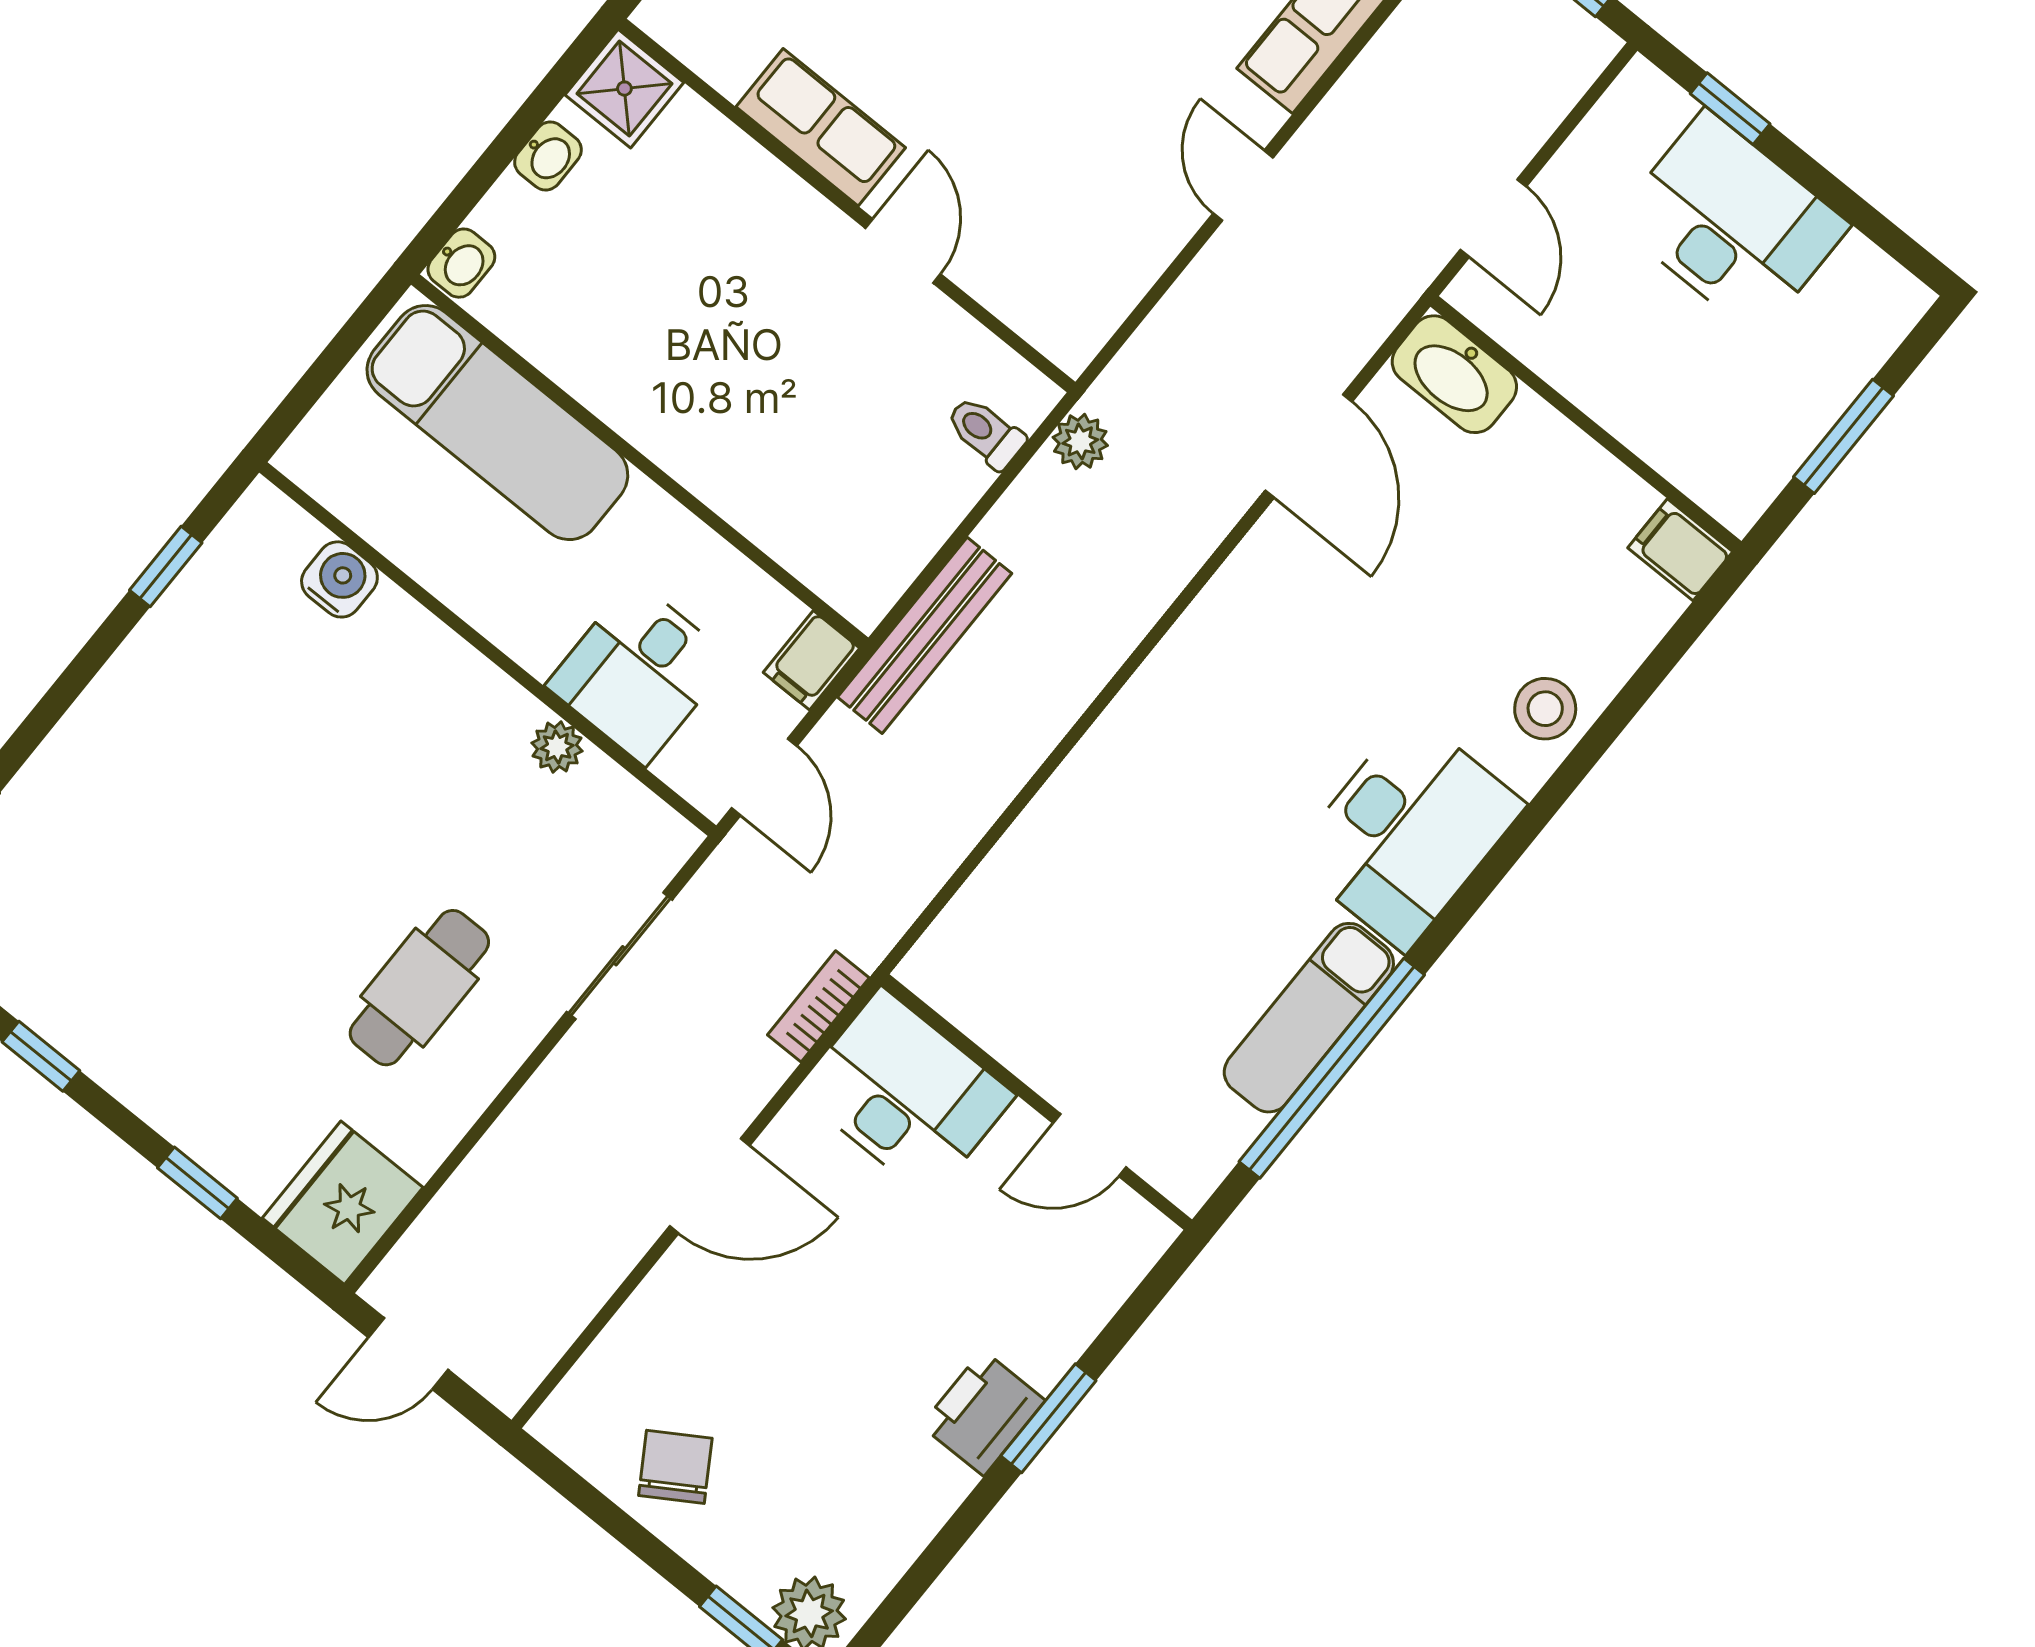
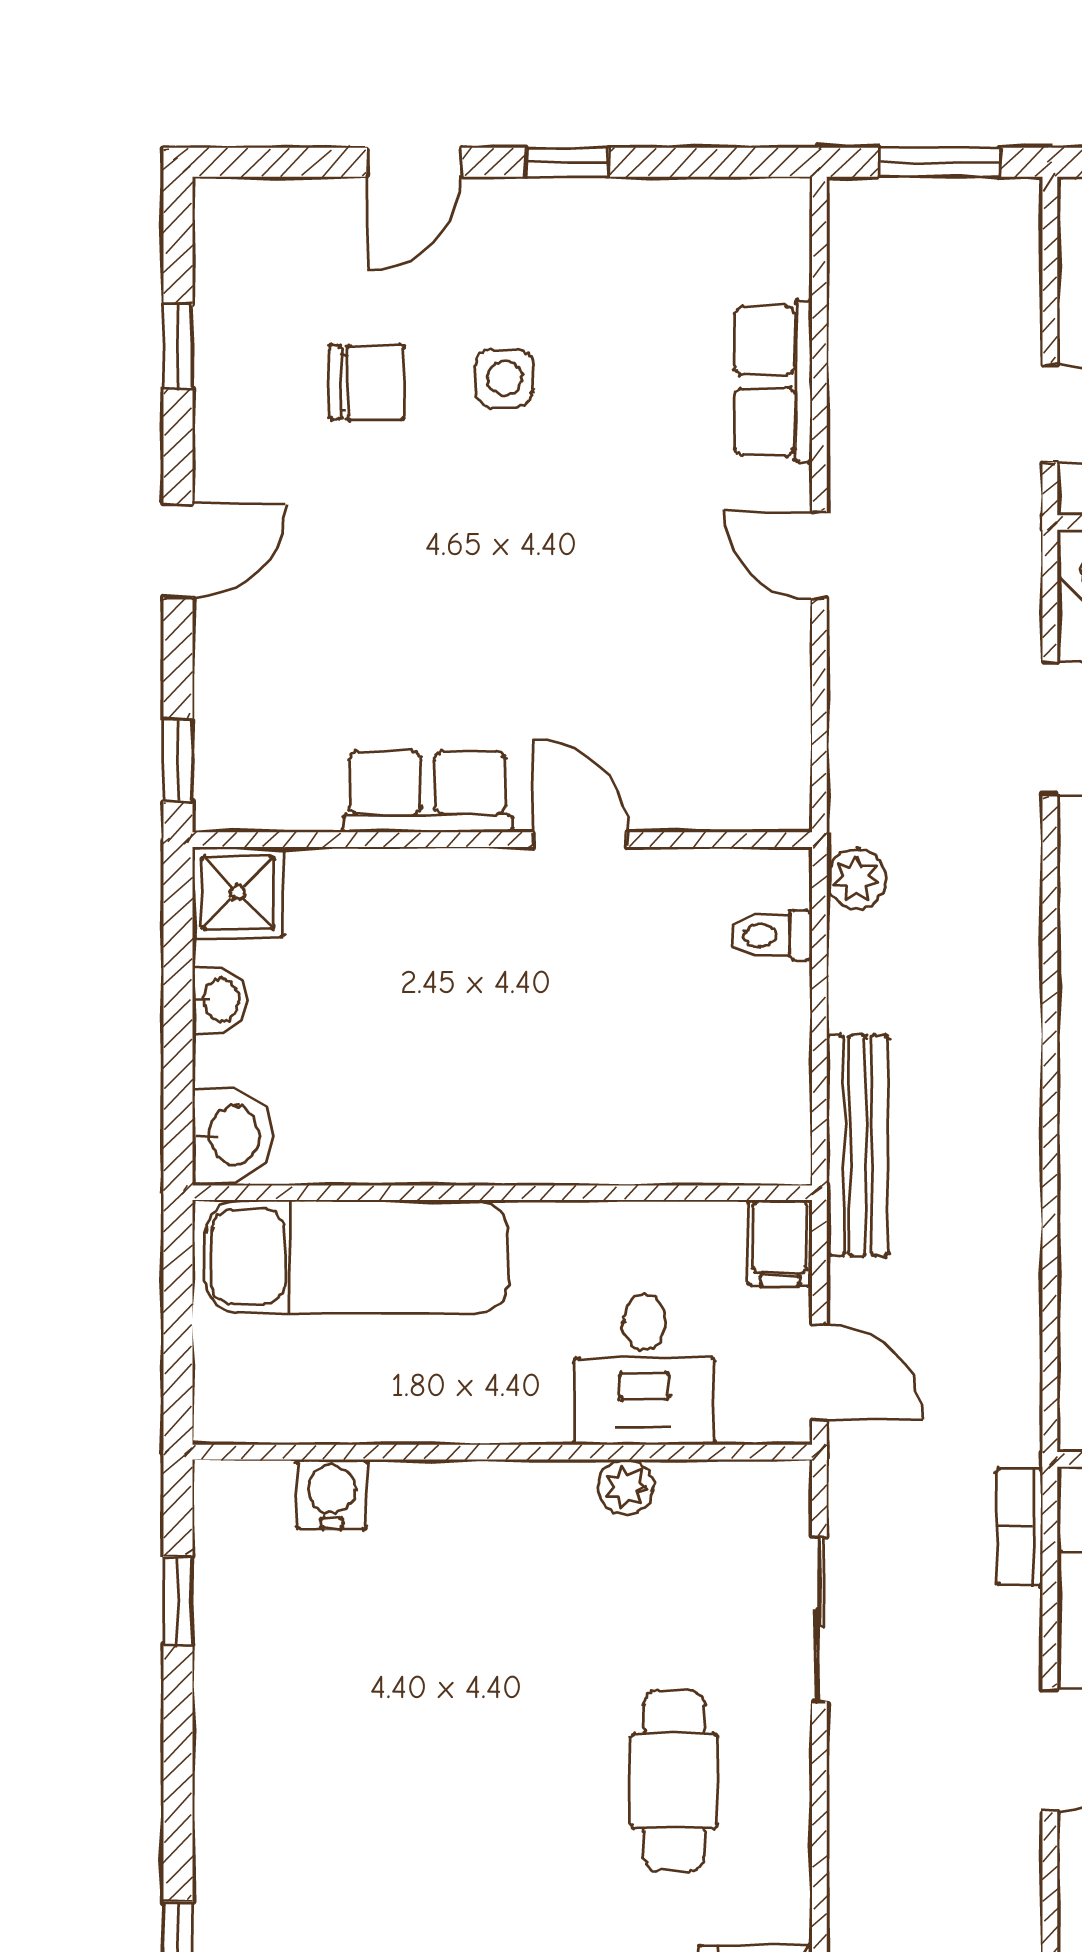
washbasin: (461, 263) -> (232, 1135), width x1.38, depth x1.45

